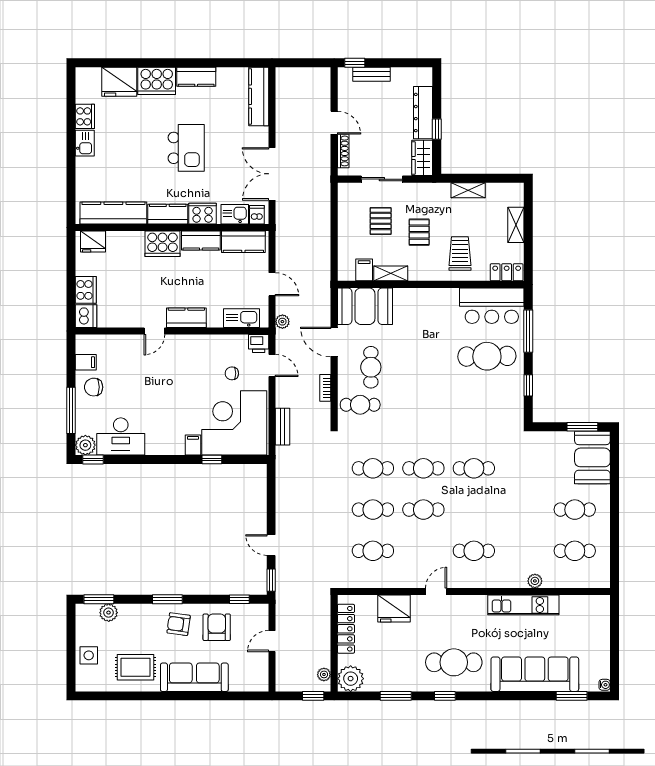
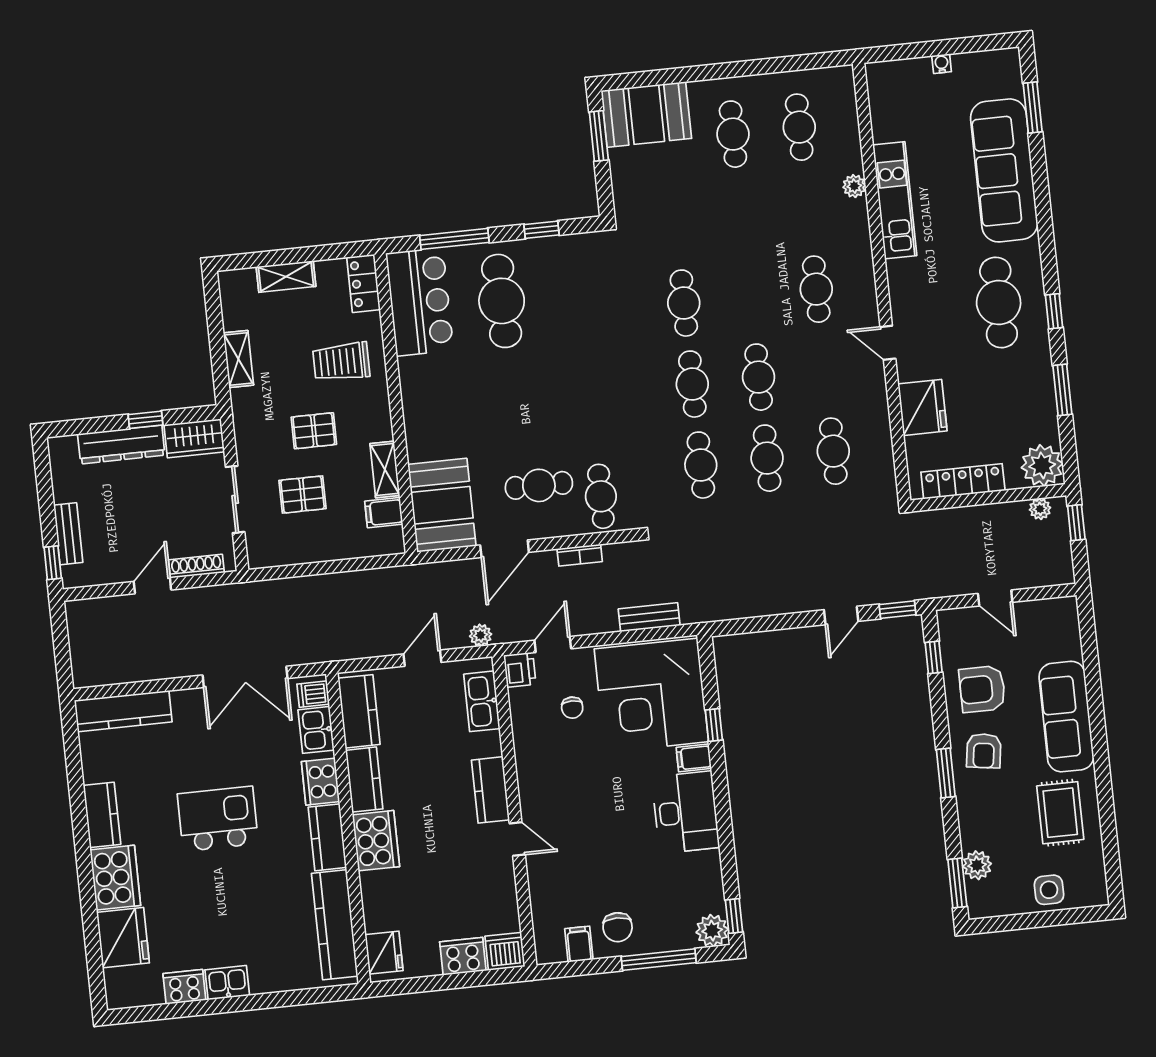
desk: (121, 436) -> (686, 812), moved
water cooler: (605, 685) -> (942, 64), moved

